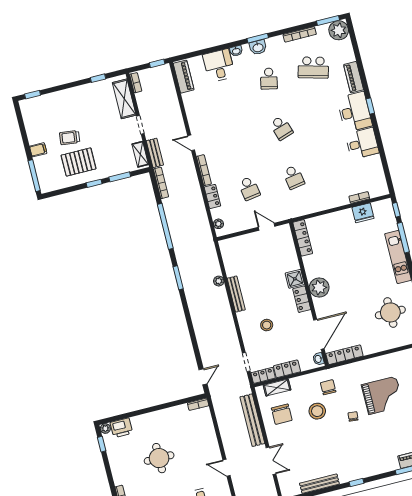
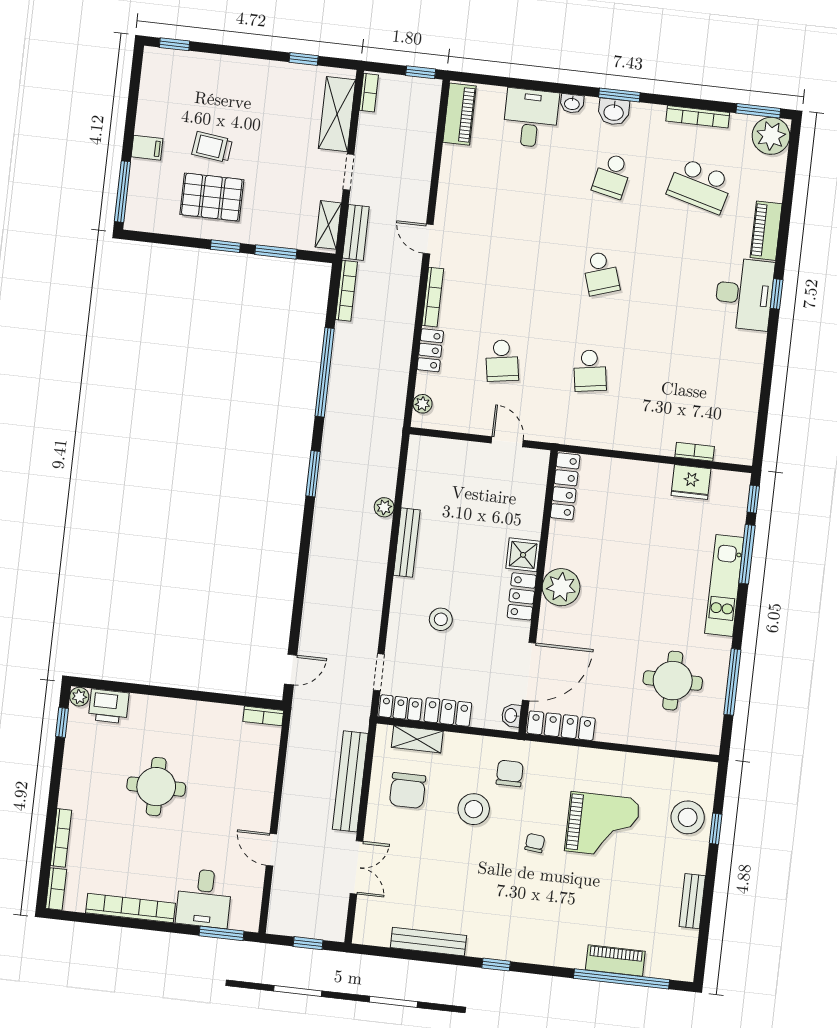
desk: (362, 143) -> (737, 356), removed

